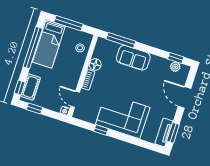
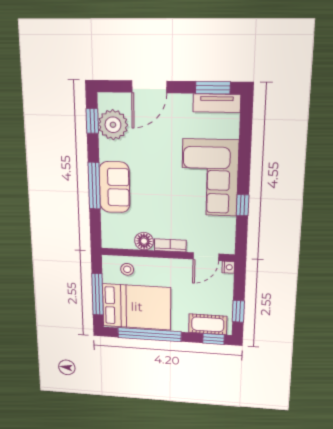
window: (121, 40) -> (94, 186), moved
bed: (49, 44) -> (137, 307), width x1.50
plant: (175, 67) -> (113, 125), width x1.88, depth x1.88

